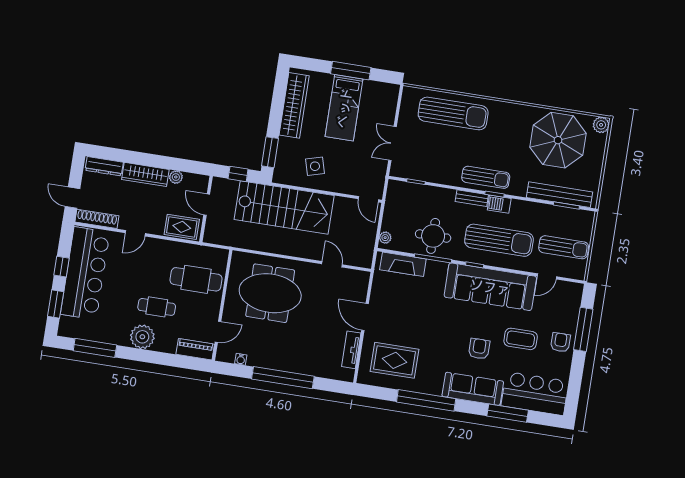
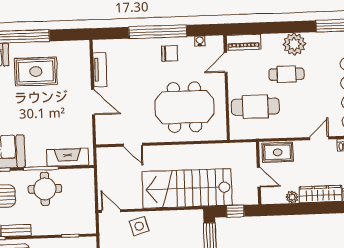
side table: (315, 166) -> (139, 226), moved
plant: (385, 238) -> (89, 179), removed
chair: (275, 353) -> (170, 53), added
rug: (395, 360) -> (36, 71), moved

